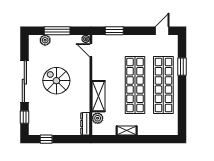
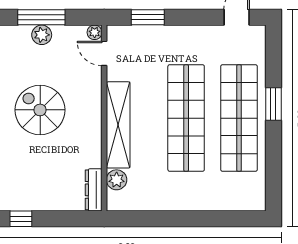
plant: (45, 40) -> (42, 35), moved
window: (182, 67) -> (273, 104), moved
shelving: (98, 96) -> (118, 125), width x1.47
shelving: (127, 130) -> (171, 202), removed

